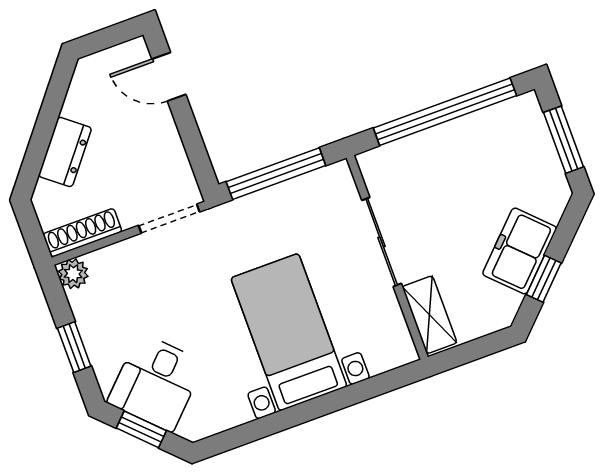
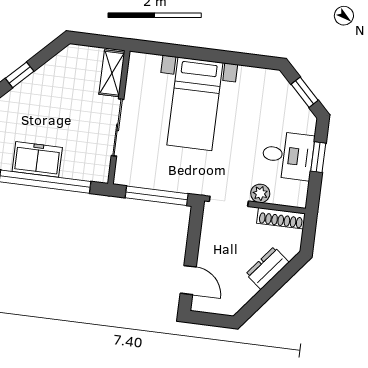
freezer: (520, 251) -> (37, 159), moved, turned -135
plant: (73, 274) -> (260, 193), moved
window: (544, 279) -> (20, 75), moved
desk: (156, 382) -> (288, 155), moved, turned 45

